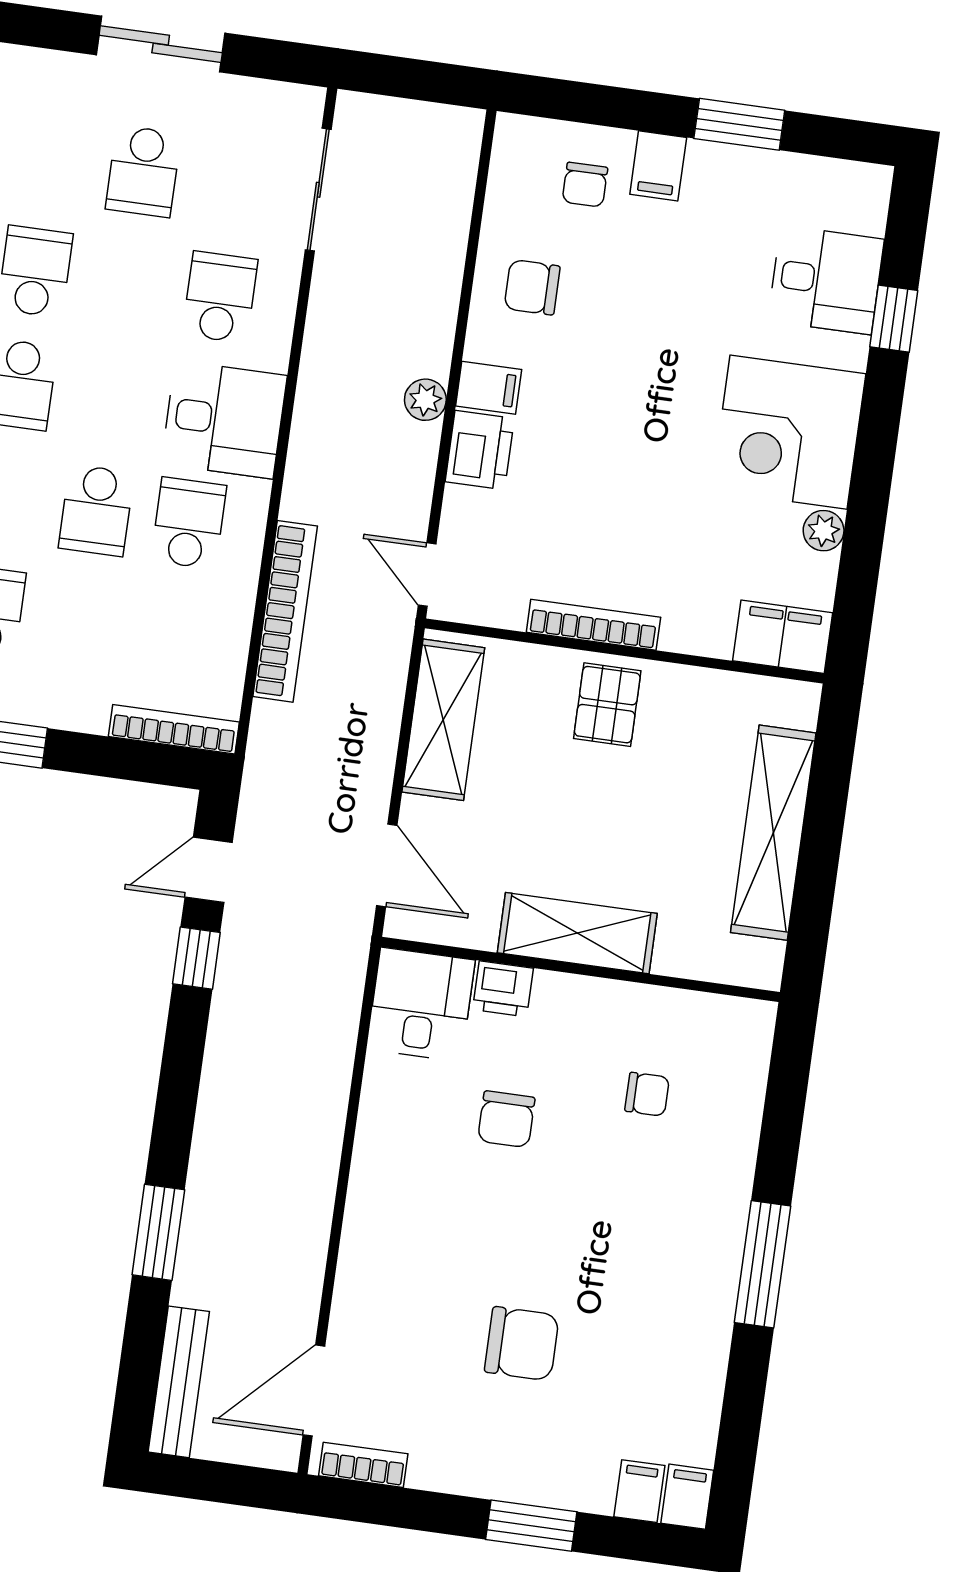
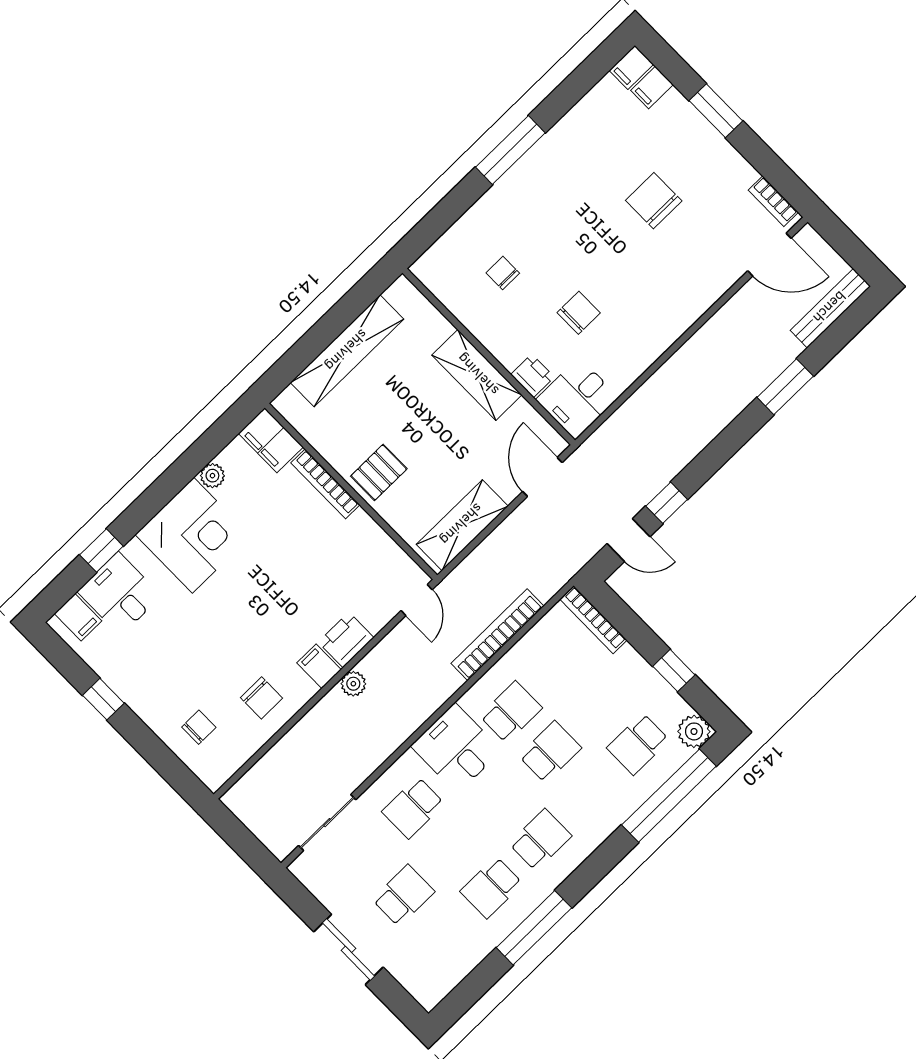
window: (739, 124) -> (103, 699), width x0.67
filing cabinet: (658, 166) -> (78, 617), moved, turned 90
school desk: (189, 523) -> (511, 712), turned 180
bookcase: (593, 625) -> (325, 484), moved

